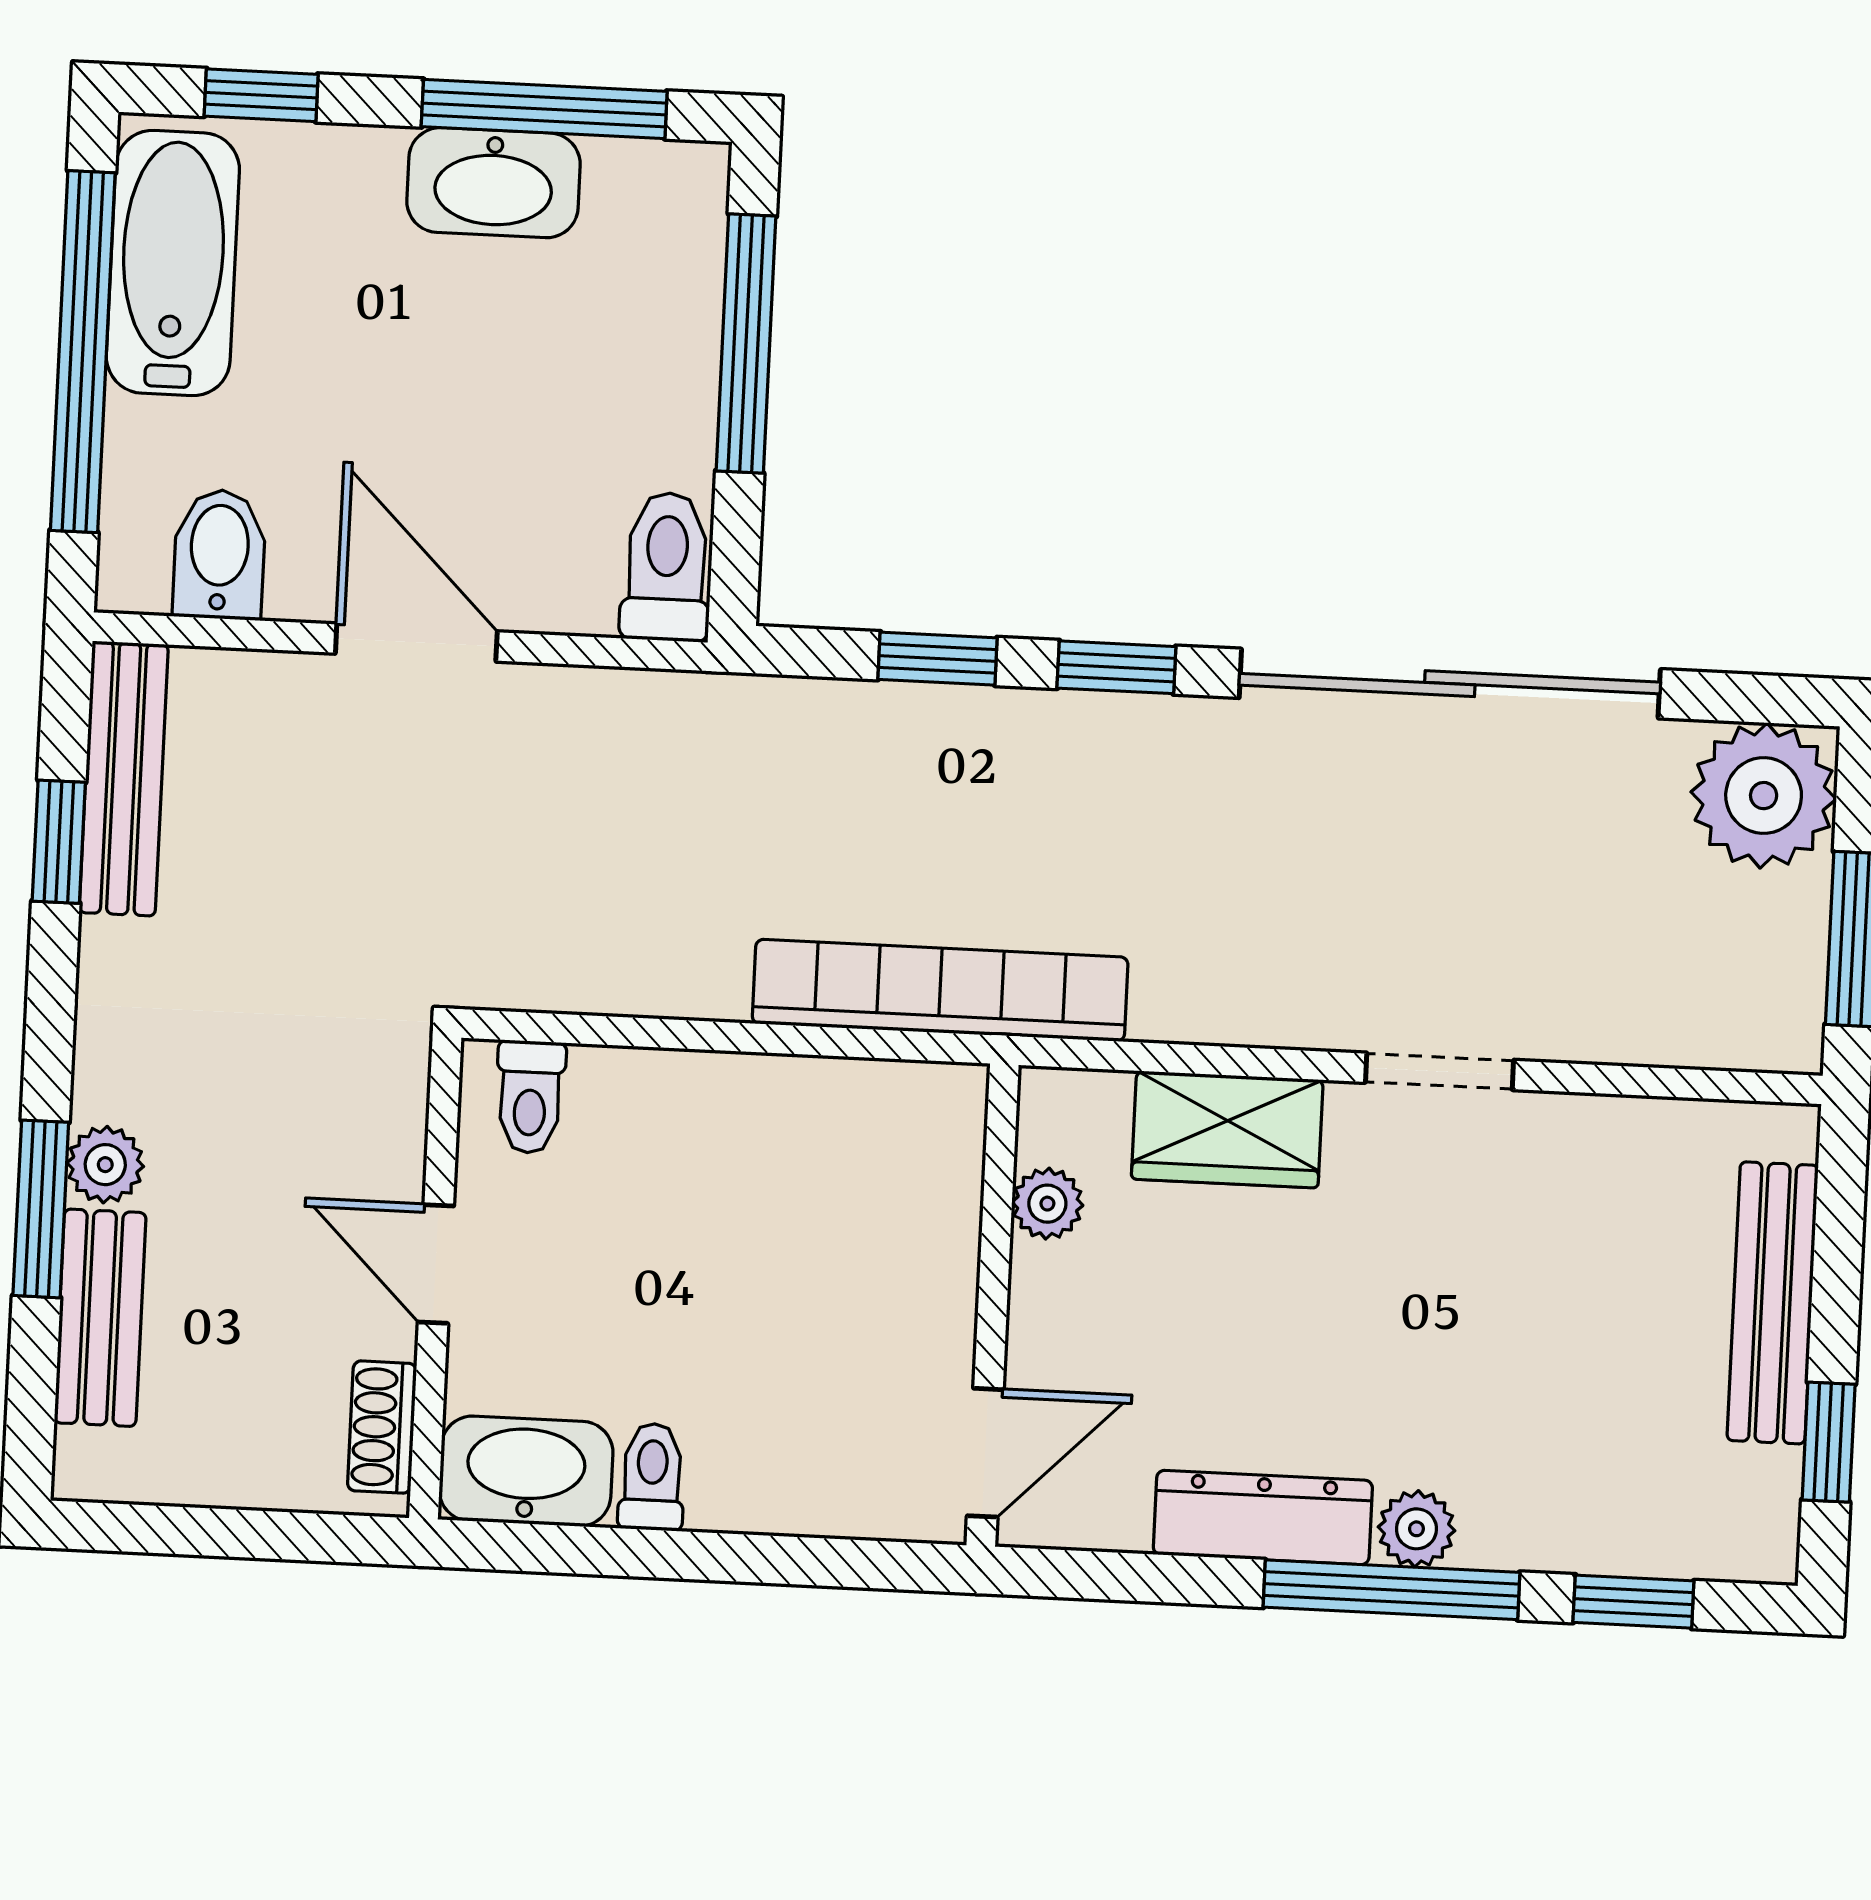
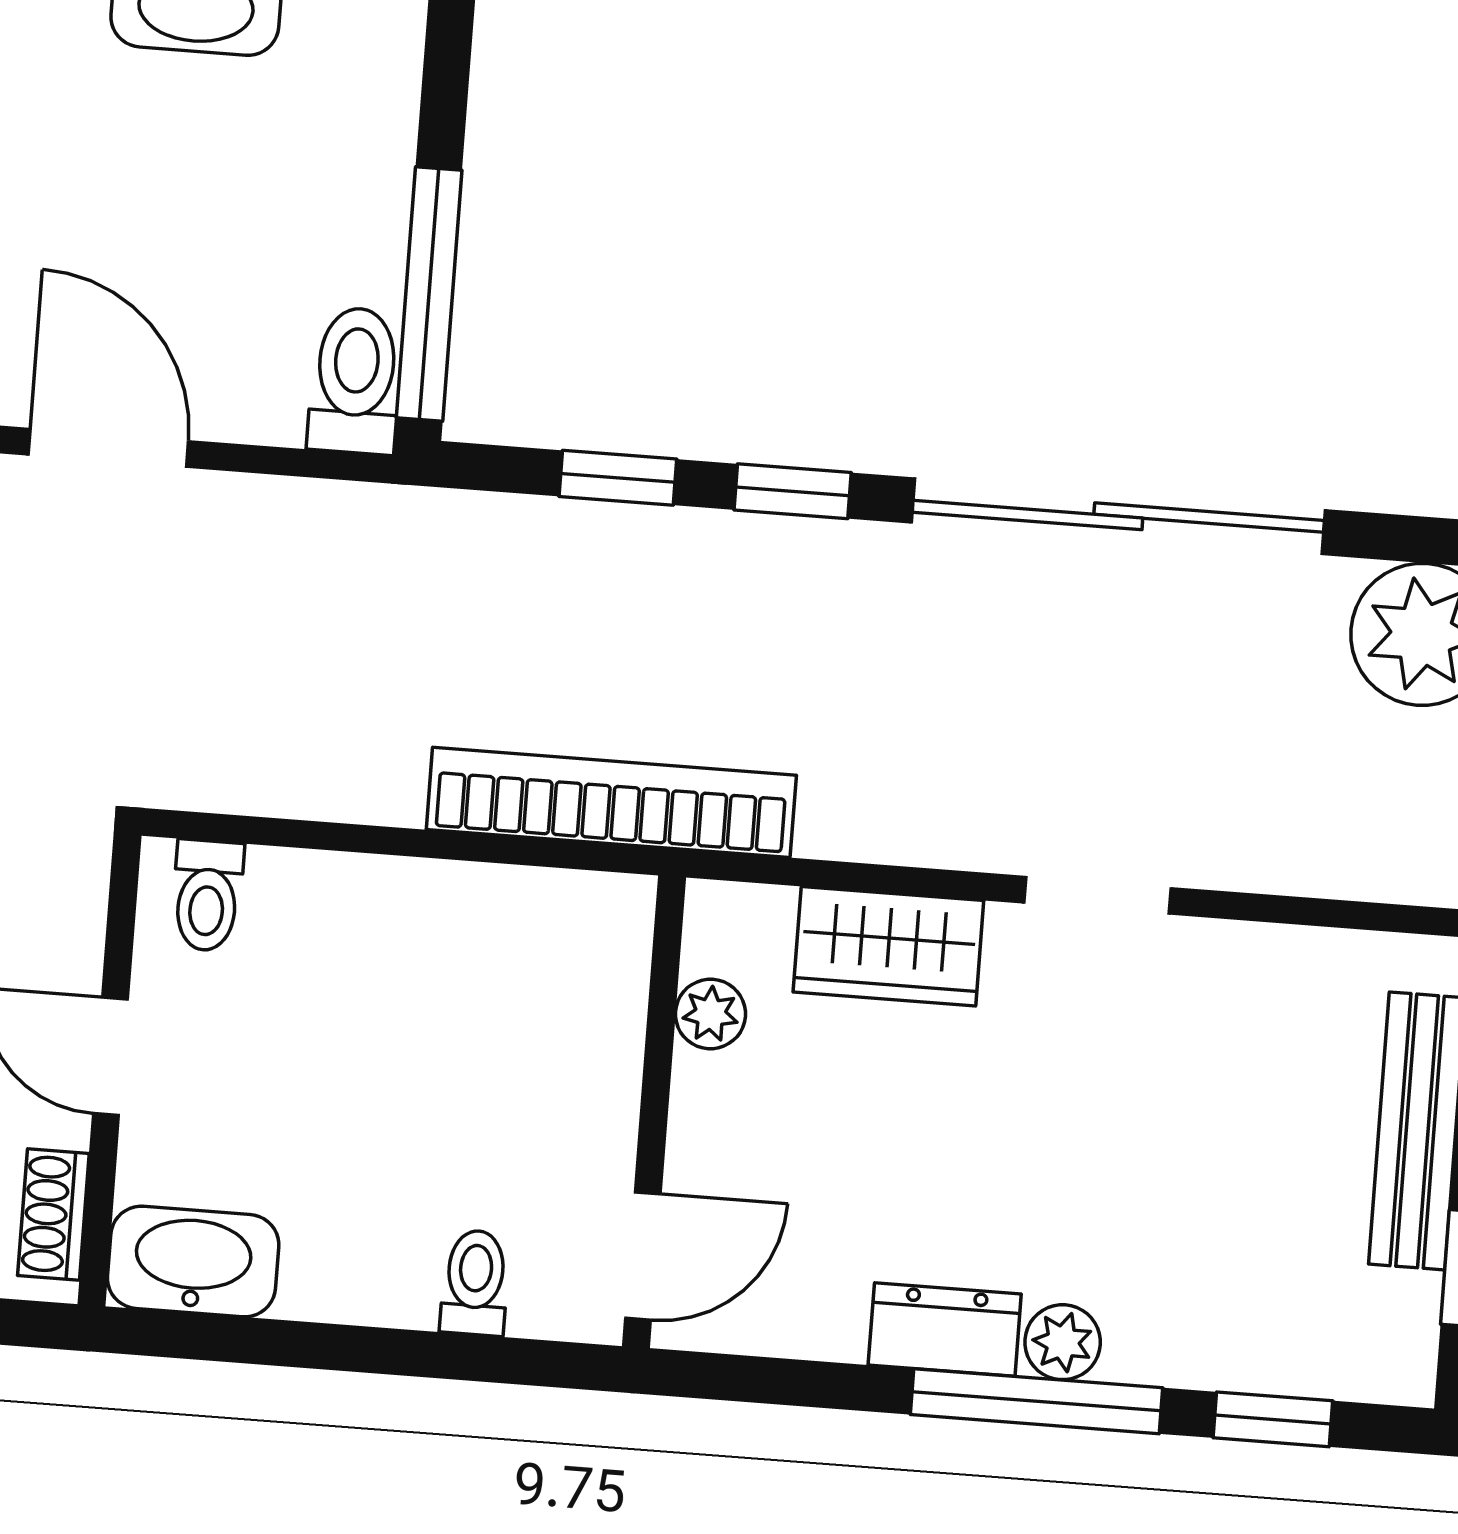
window: (746, 343) -> (429, 294), moved
toilet: (652, 1477) -> (475, 1283), moved
dresser: (1263, 1518) -> (945, 1329), width x0.70

